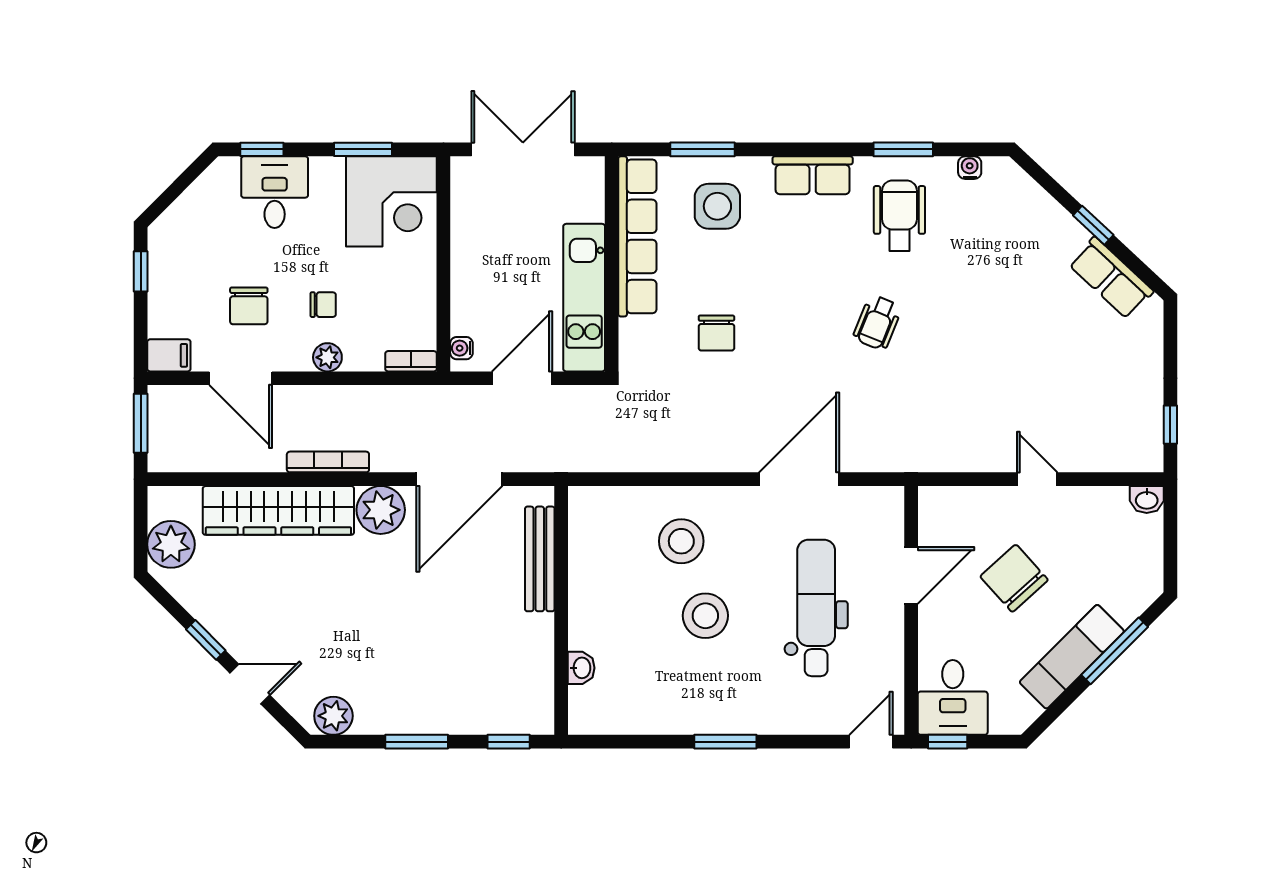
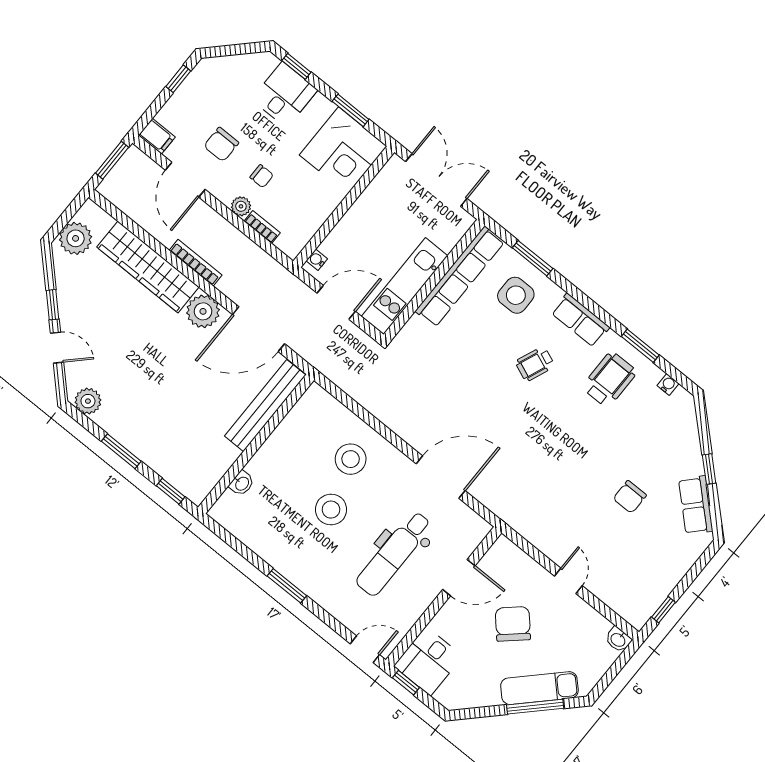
wheelchair: (877, 323) -> (535, 364), moved
chair: (716, 333) -> (630, 497), moved
bookcase: (411, 361) -> (262, 227), moved
bench: (540, 559) -> (265, 406), width x1.37, depth x1.21
dental chair: (816, 608) -> (394, 554), turned 180
exam couch: (1072, 657) -> (539, 688), moved

